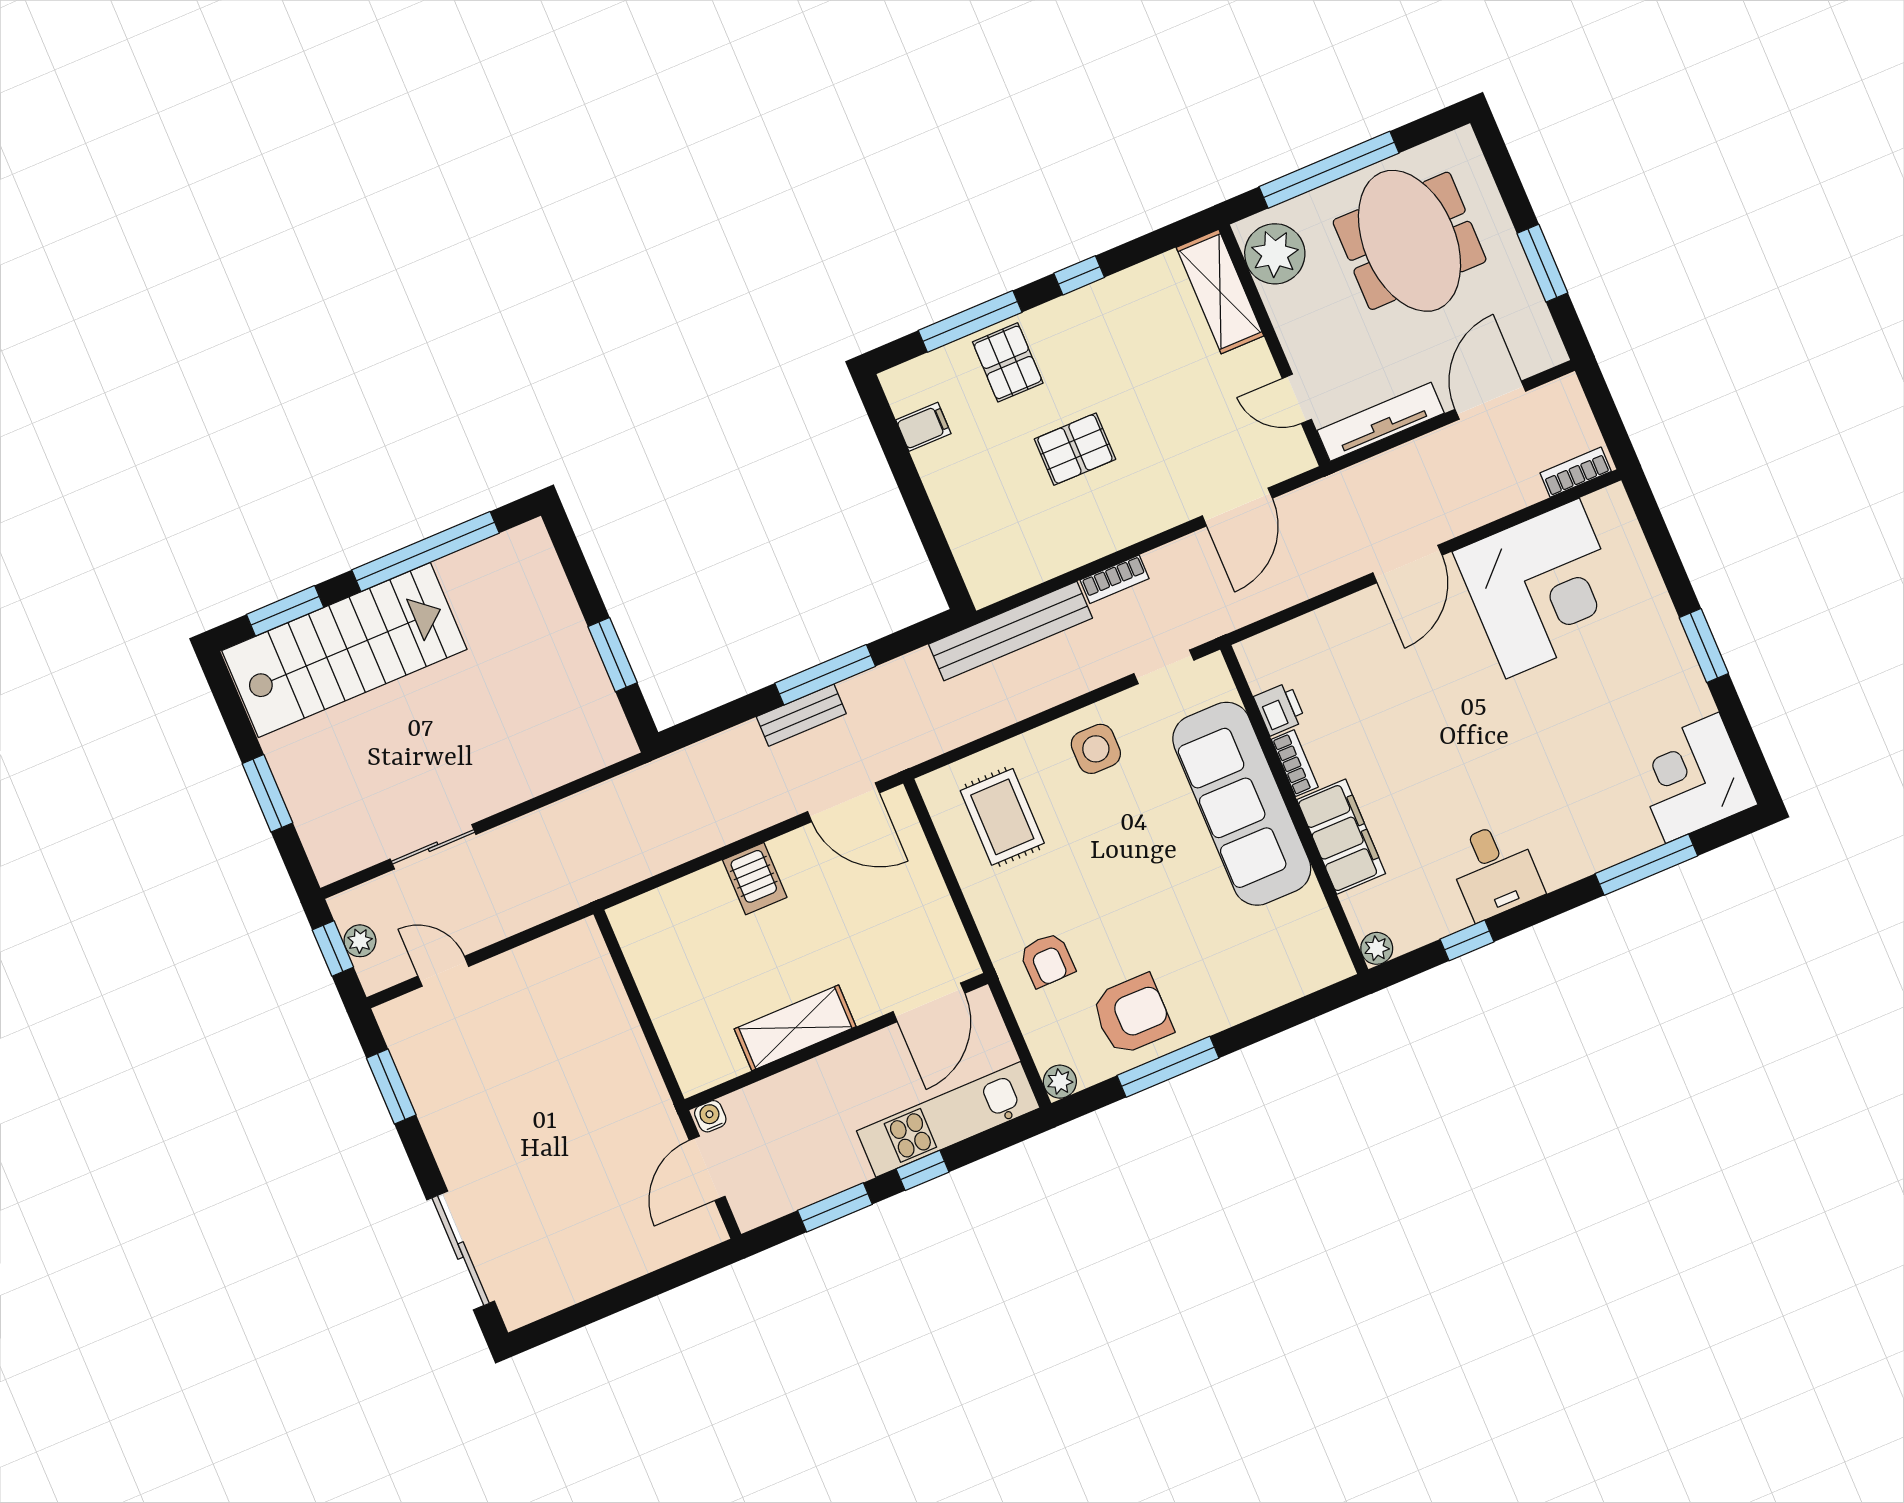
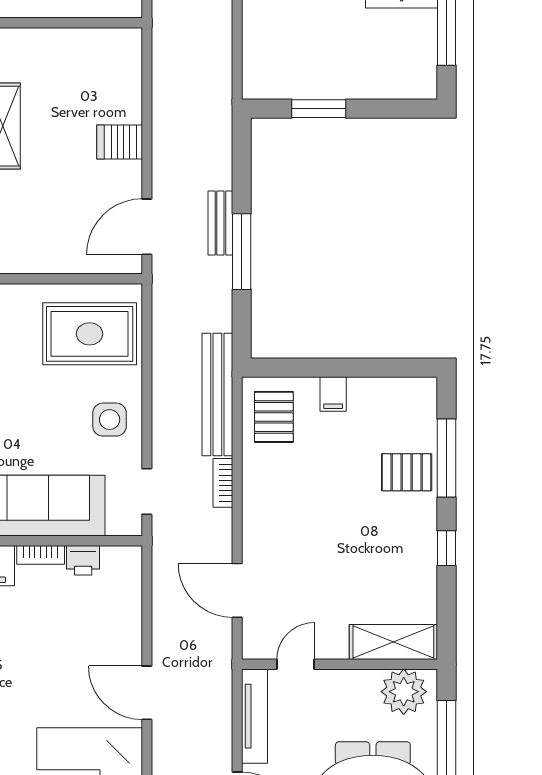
filing cabinet: (923, 427) -> (333, 394), moved
pallet: (1075, 449) -> (274, 417), moved
rug: (1002, 817) -> (90, 334), width x1.36, depth x1.43

